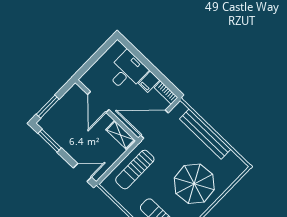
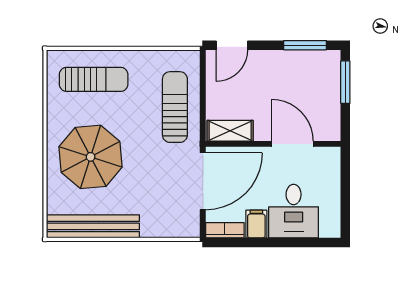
bench: (205, 134) -> (93, 226), moved

